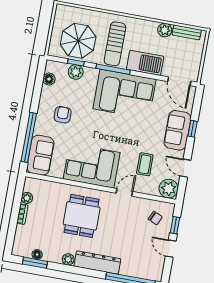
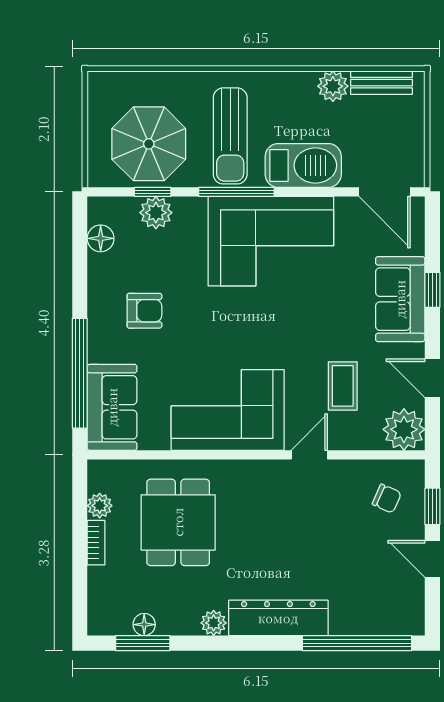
armchair: (63, 115) -> (144, 311), turned 90
dining table: (82, 216) -> (178, 522), moved

